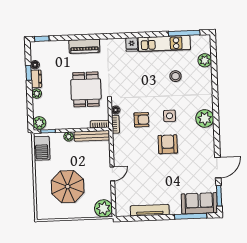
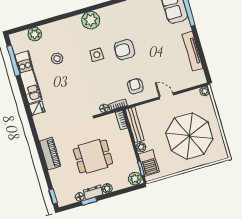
dining table: (86, 89) -> (93, 156), moved
armchair: (141, 120) -> (135, 86), moved
barbecue: (42, 148) -> (149, 163), moved, turned 90
parasol: (68, 187) -> (189, 136), width x1.36, depth x1.36
plant: (103, 208) -> (205, 91), width x0.53, depth x0.53

